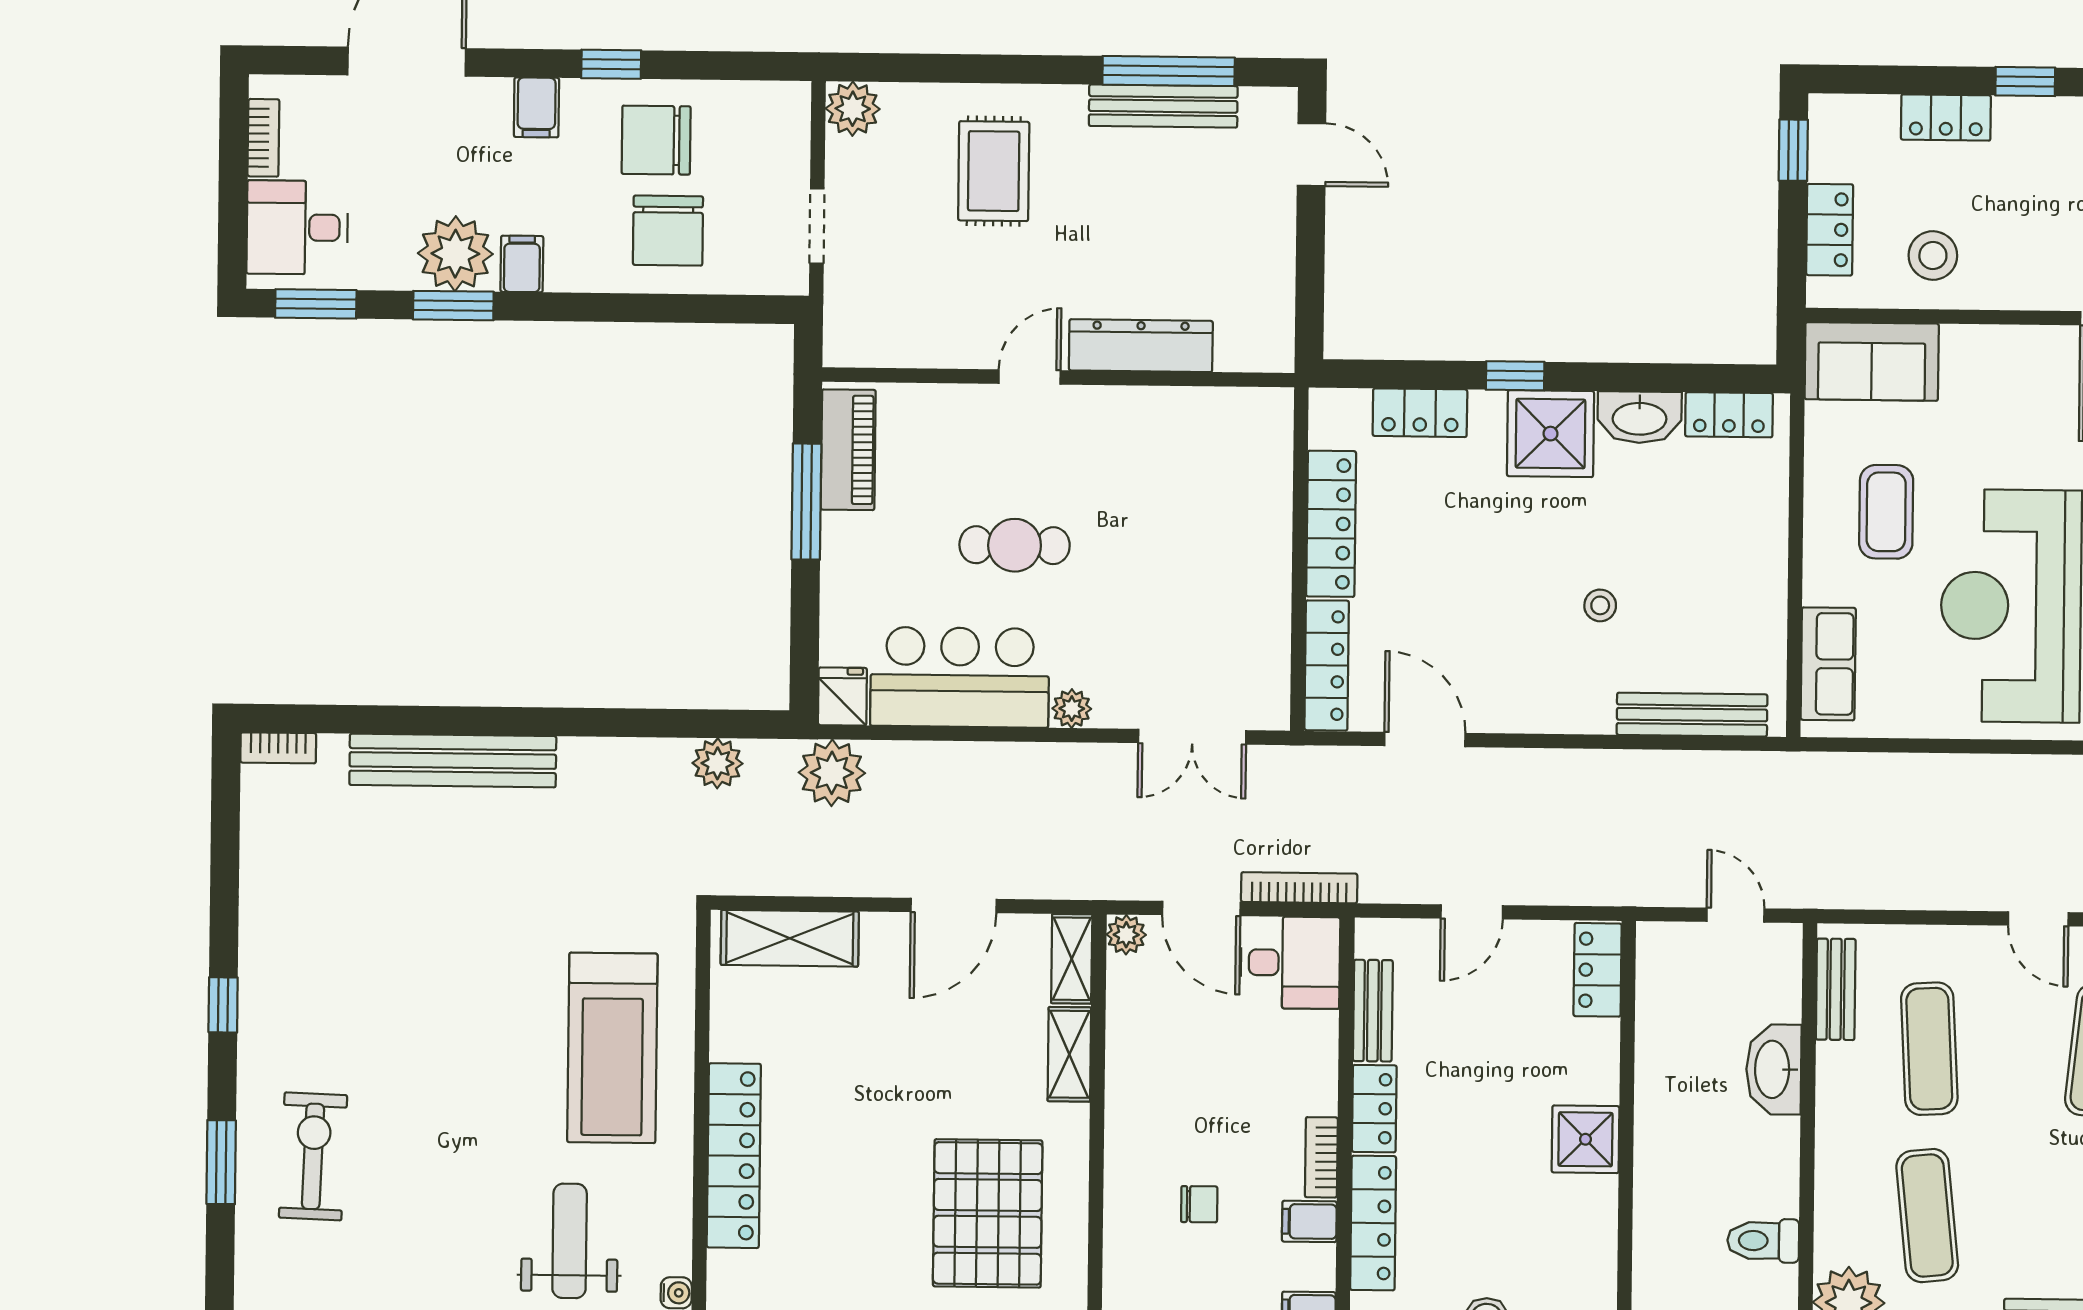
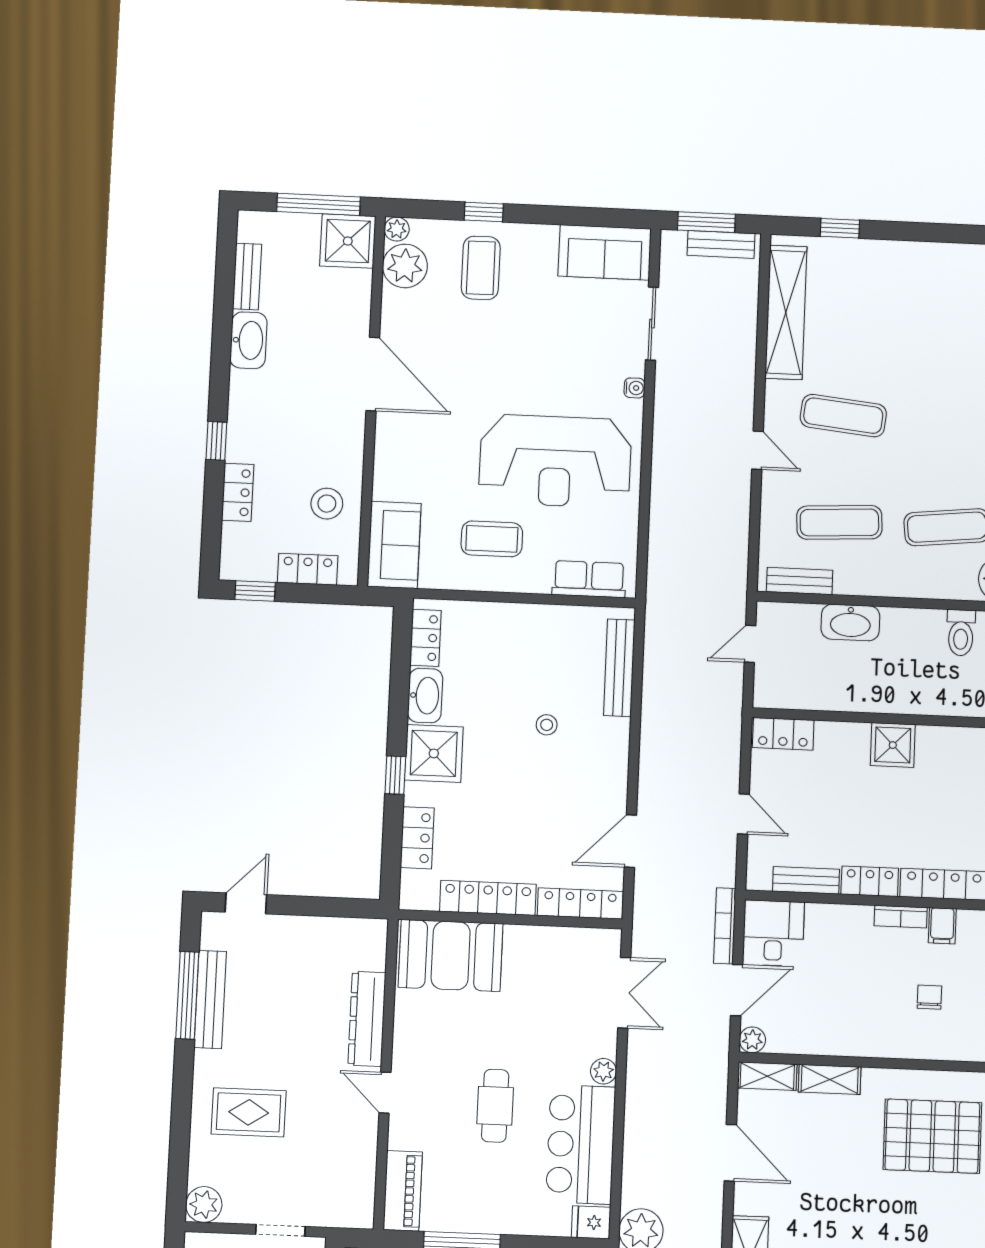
piano: (848, 450) -> (403, 1191), moved, turned 90
booth: (1241, 470) -> (451, 956), added
door: (2038, 919) -> (757, 450), hinge flipped

